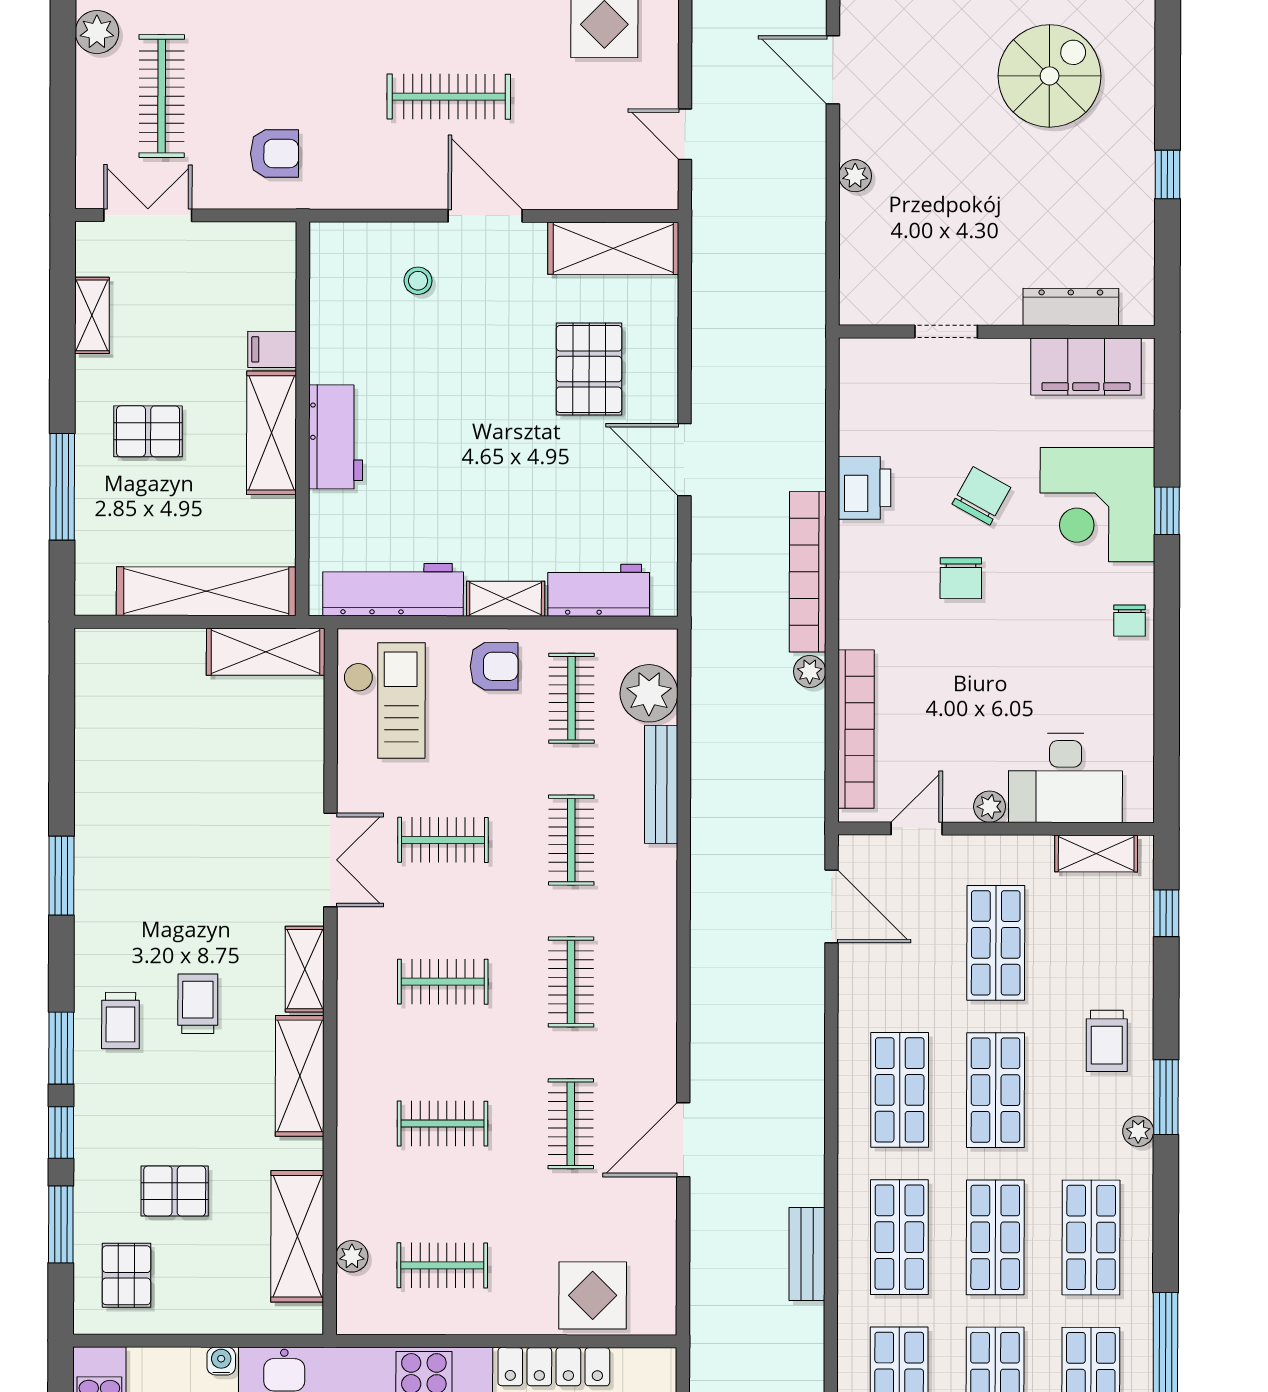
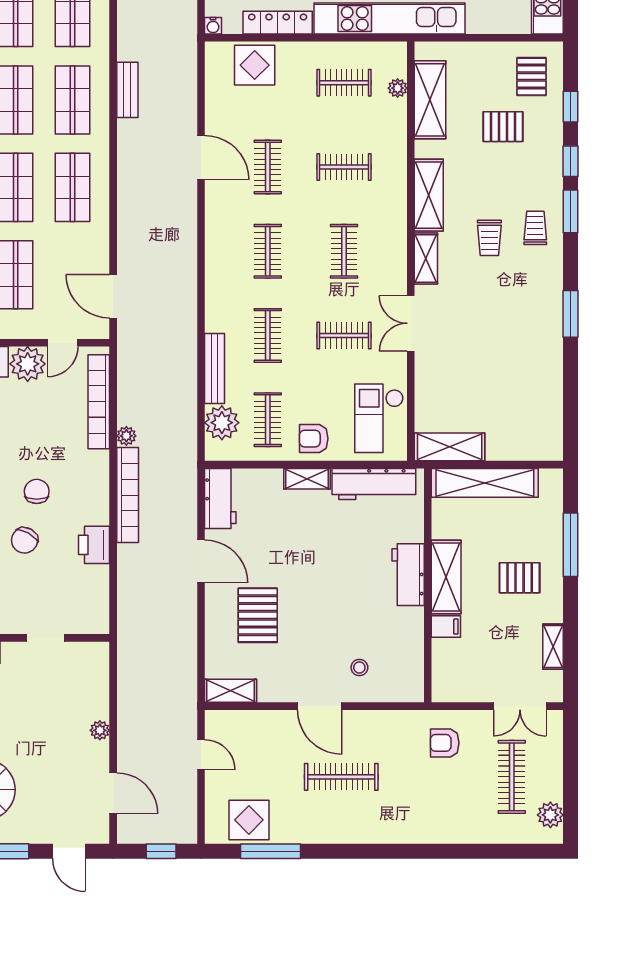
shelving: (613, 248) -> (231, 691), width x0.67, depth x0.75
workbench: (599, 590) -> (220, 498), moved, turned -90
plant: (990, 807) -> (28, 364), width x1.87, depth x1.87
clothes rail: (443, 982) -> (344, 251), turned 90
door: (683, 1140) -> (201, 158), hinge flipped
window: (61, 1224) -> (571, 107), width x0.67
water cooler: (221, 1361) -> (213, 26), moved

